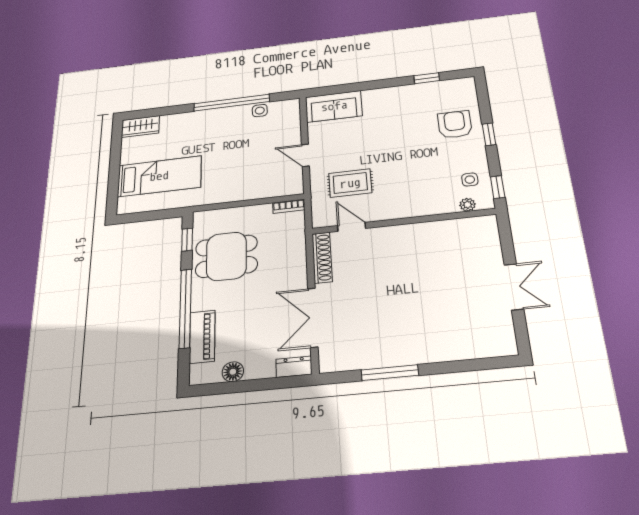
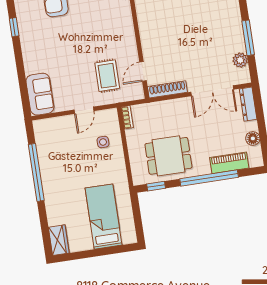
side table: (260, 111) -> (103, 142), moved
dining table: (226, 256) -> (168, 156), turned 90
plant: (356, 359) -> (240, 60), added
dresser: (294, 367) -> (248, 104), width x1.44

